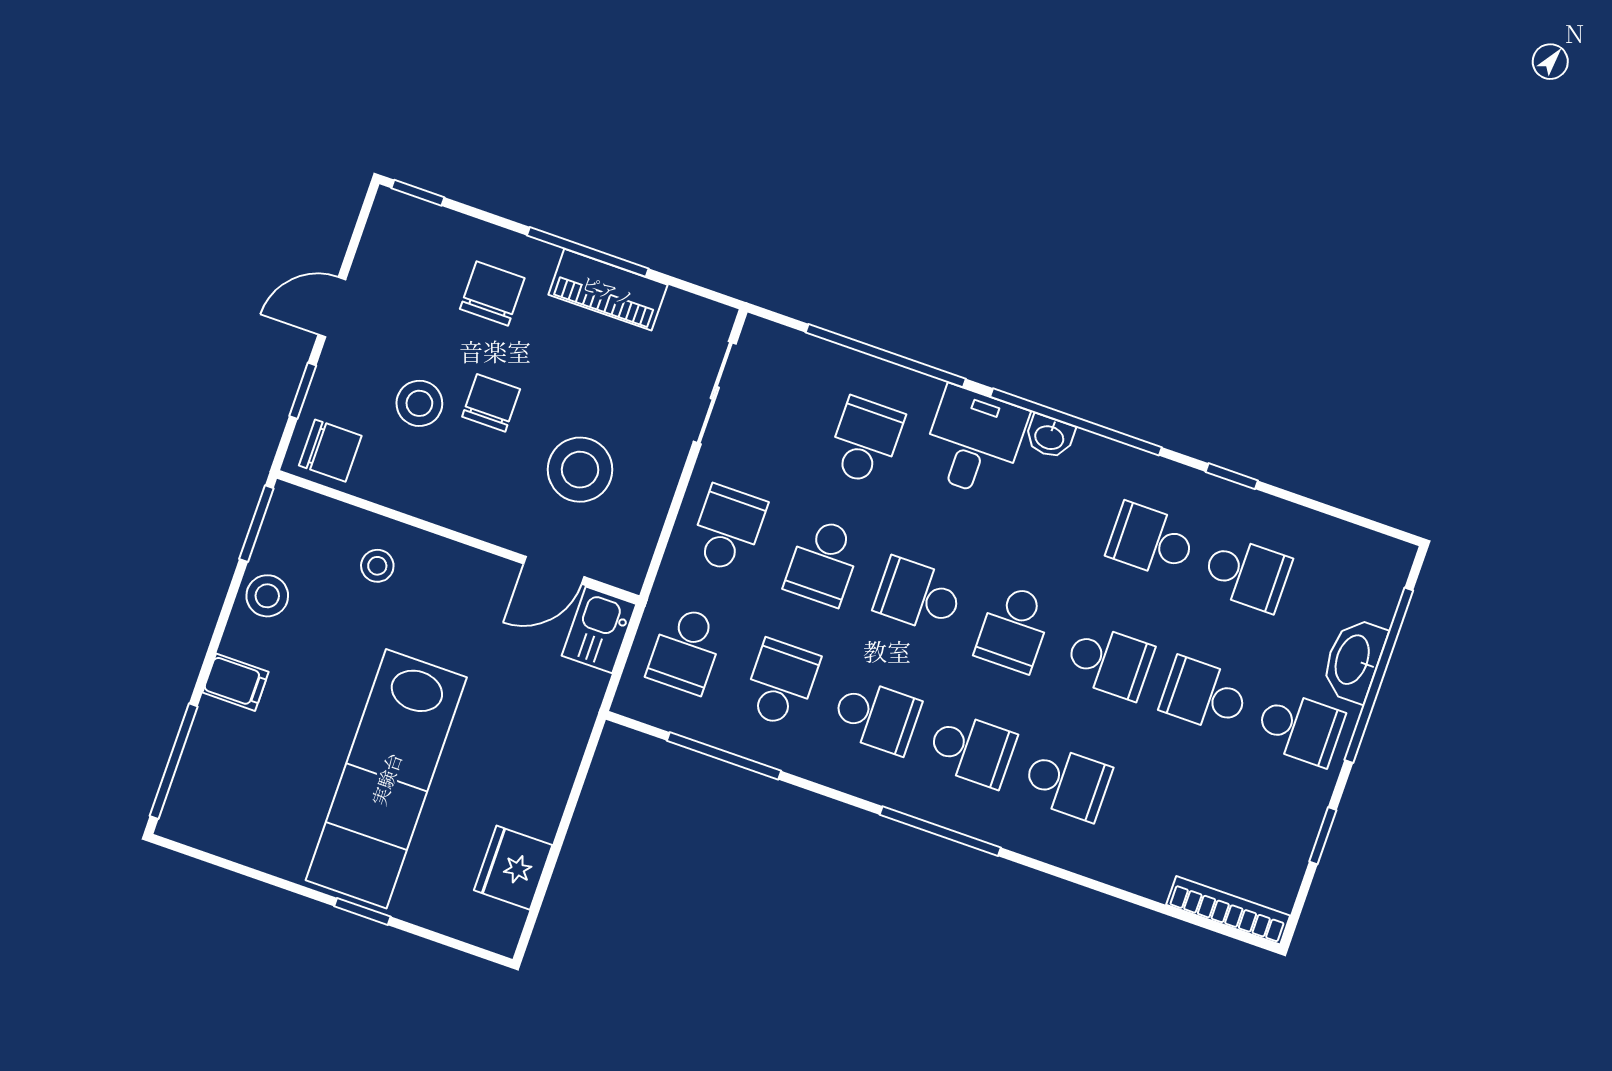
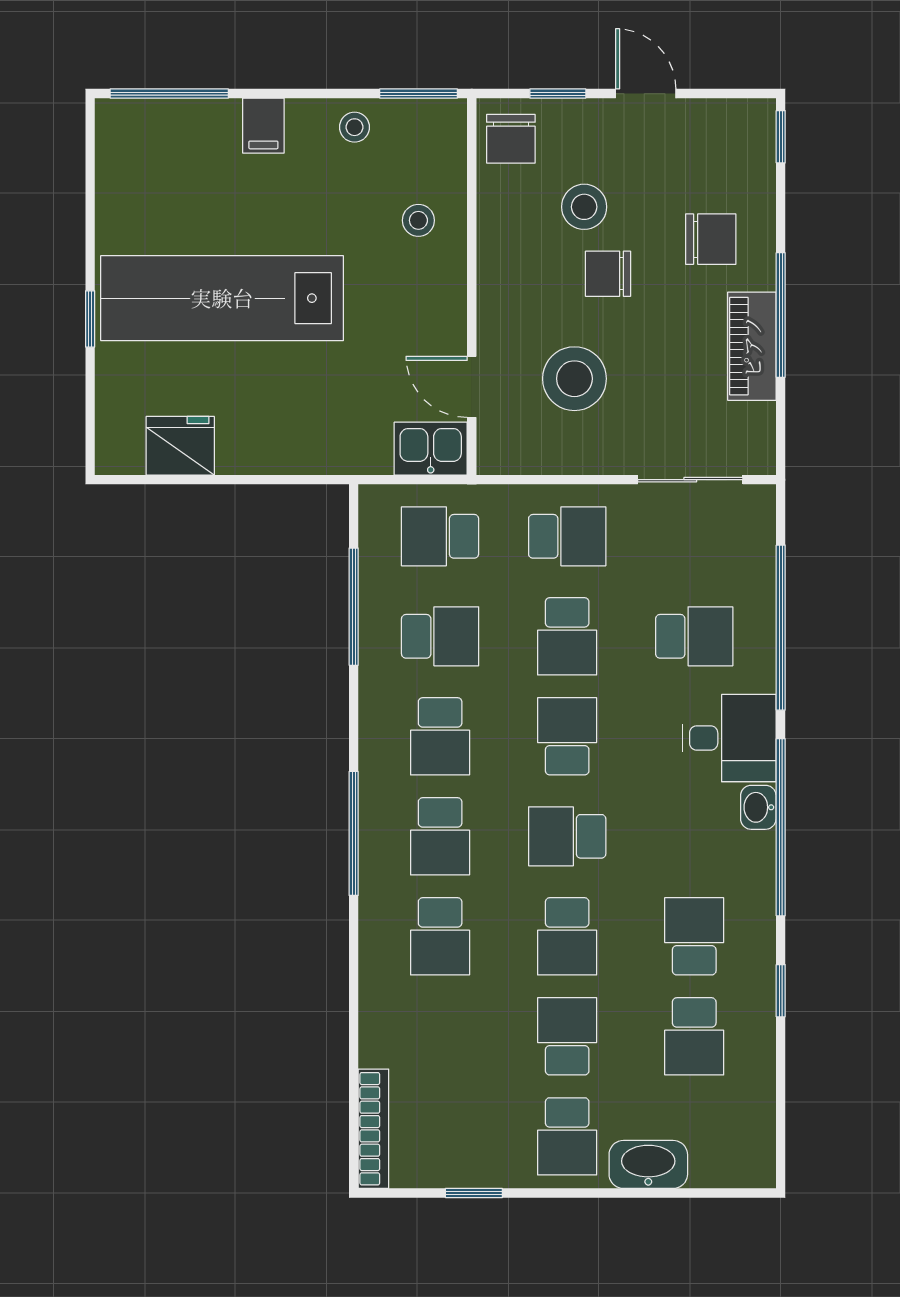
chair: (491, 403) -> (608, 274), turned 180
school desk: (823, 562) -> (567, 636), turned -90
stool: (267, 596) -> (354, 127), width x0.73, depth x0.73
window: (1379, 675) -> (642, 1193), removed

